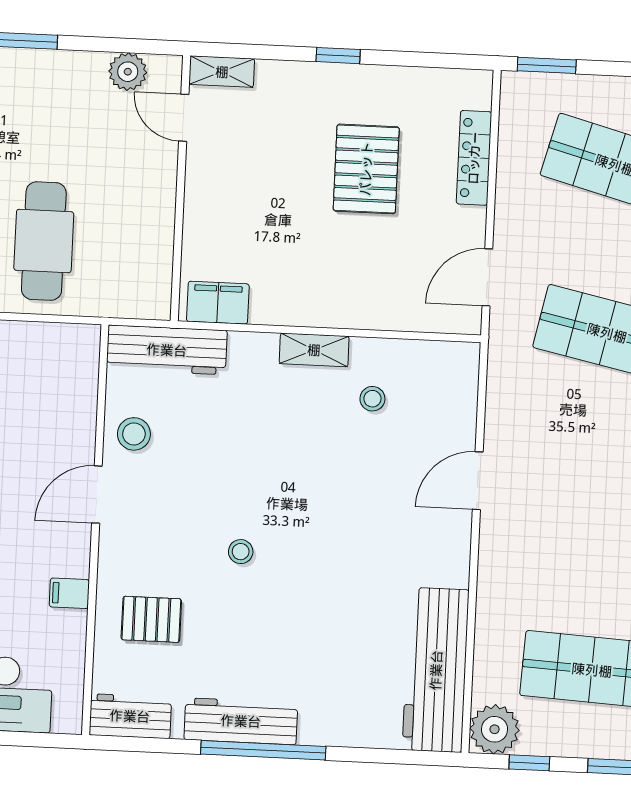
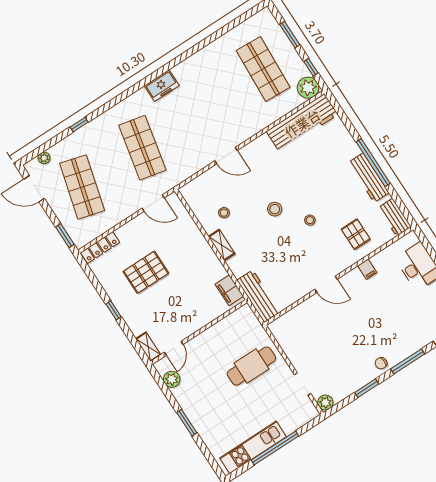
locker: (474, 158) -> (100, 247), moved
stool: (134, 434) -> (275, 209), moved

